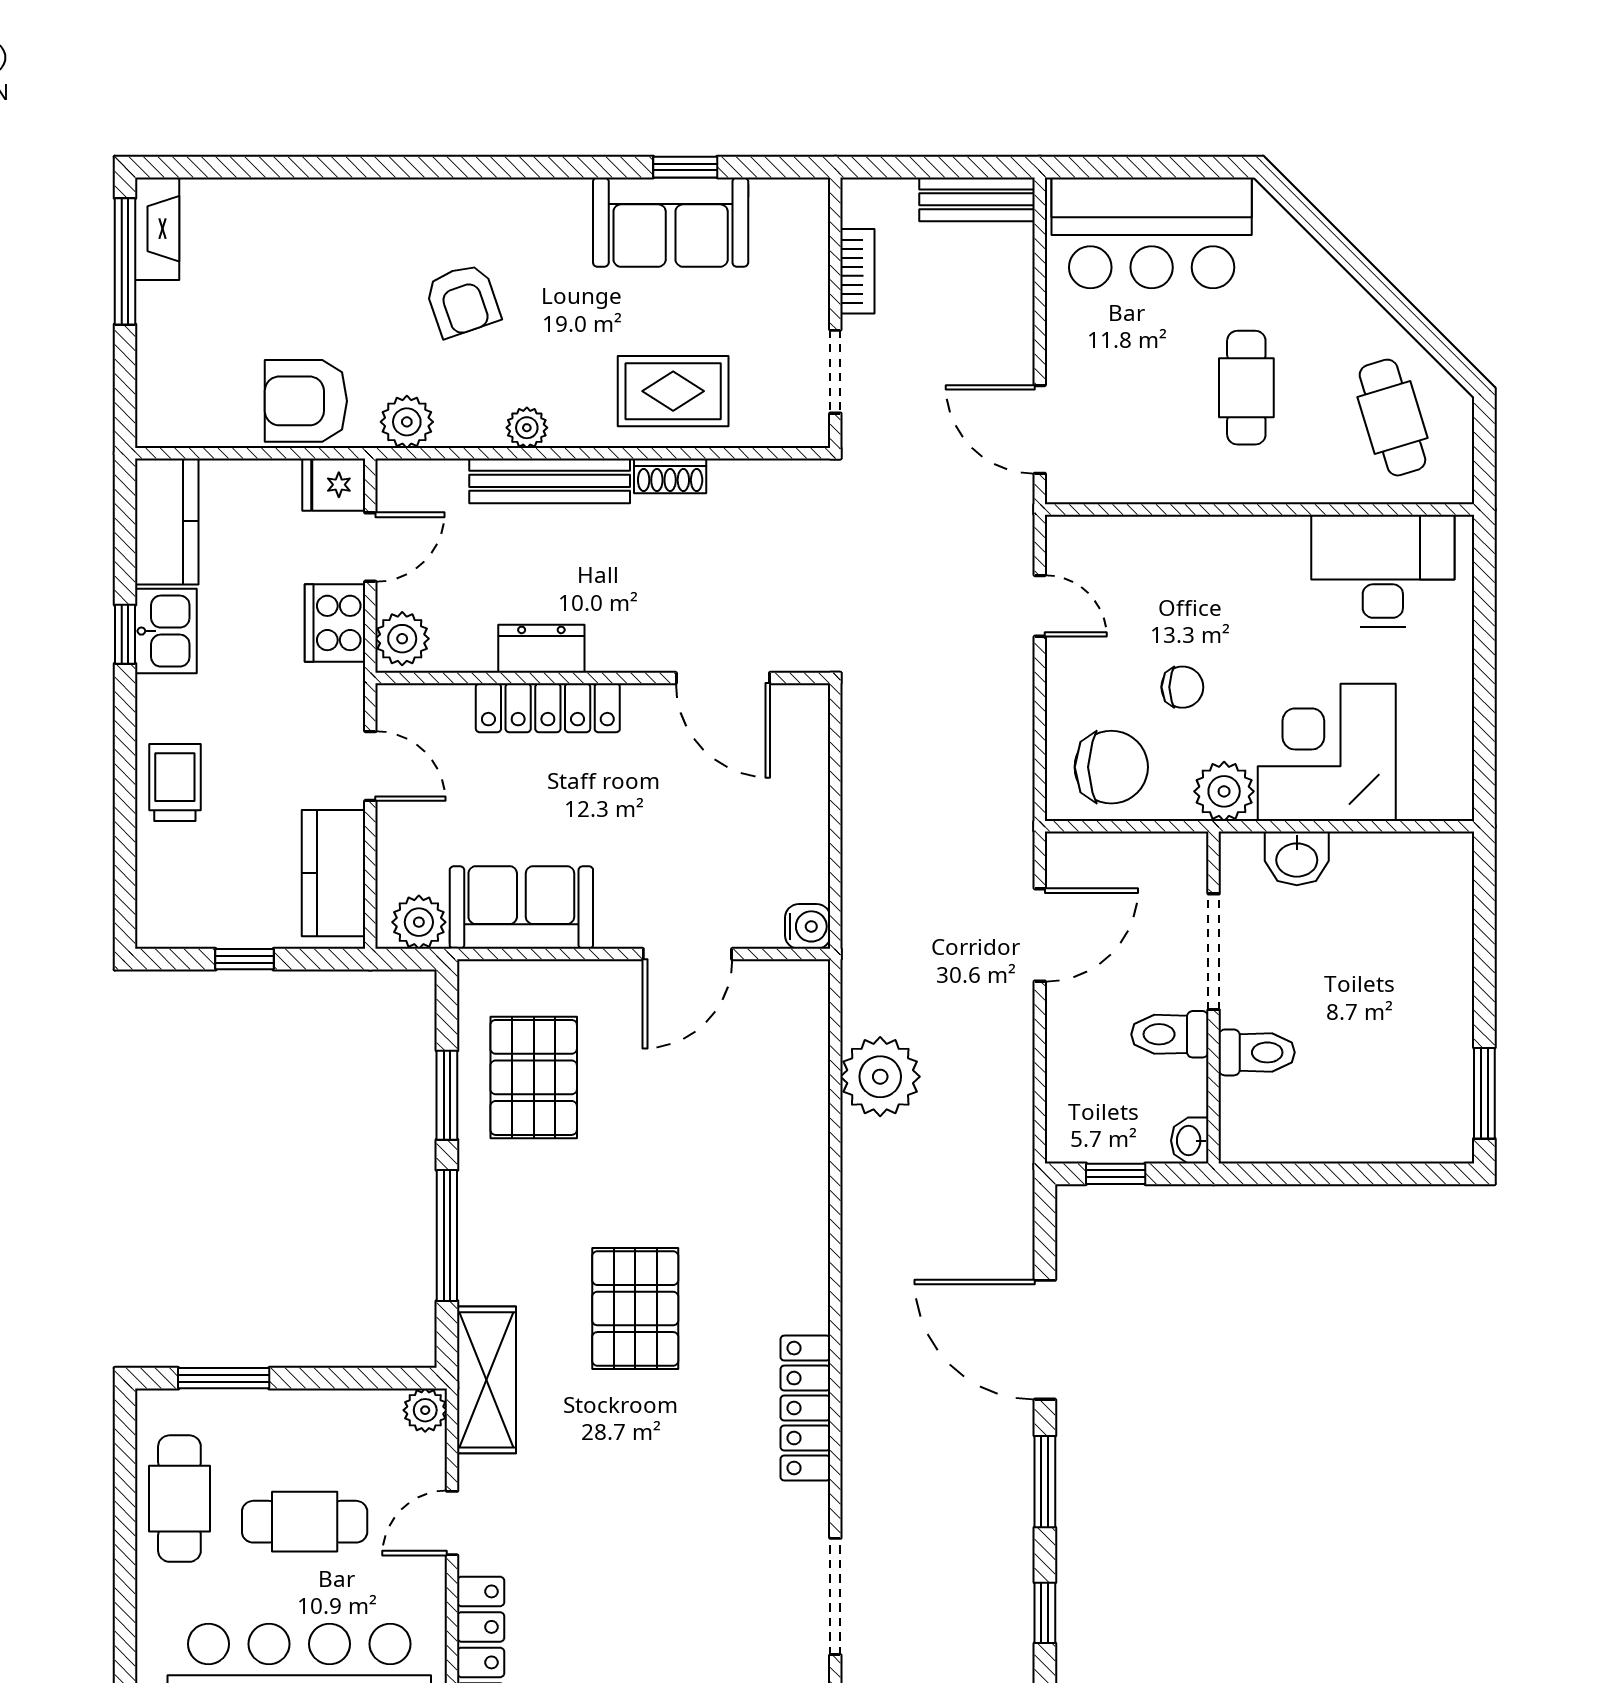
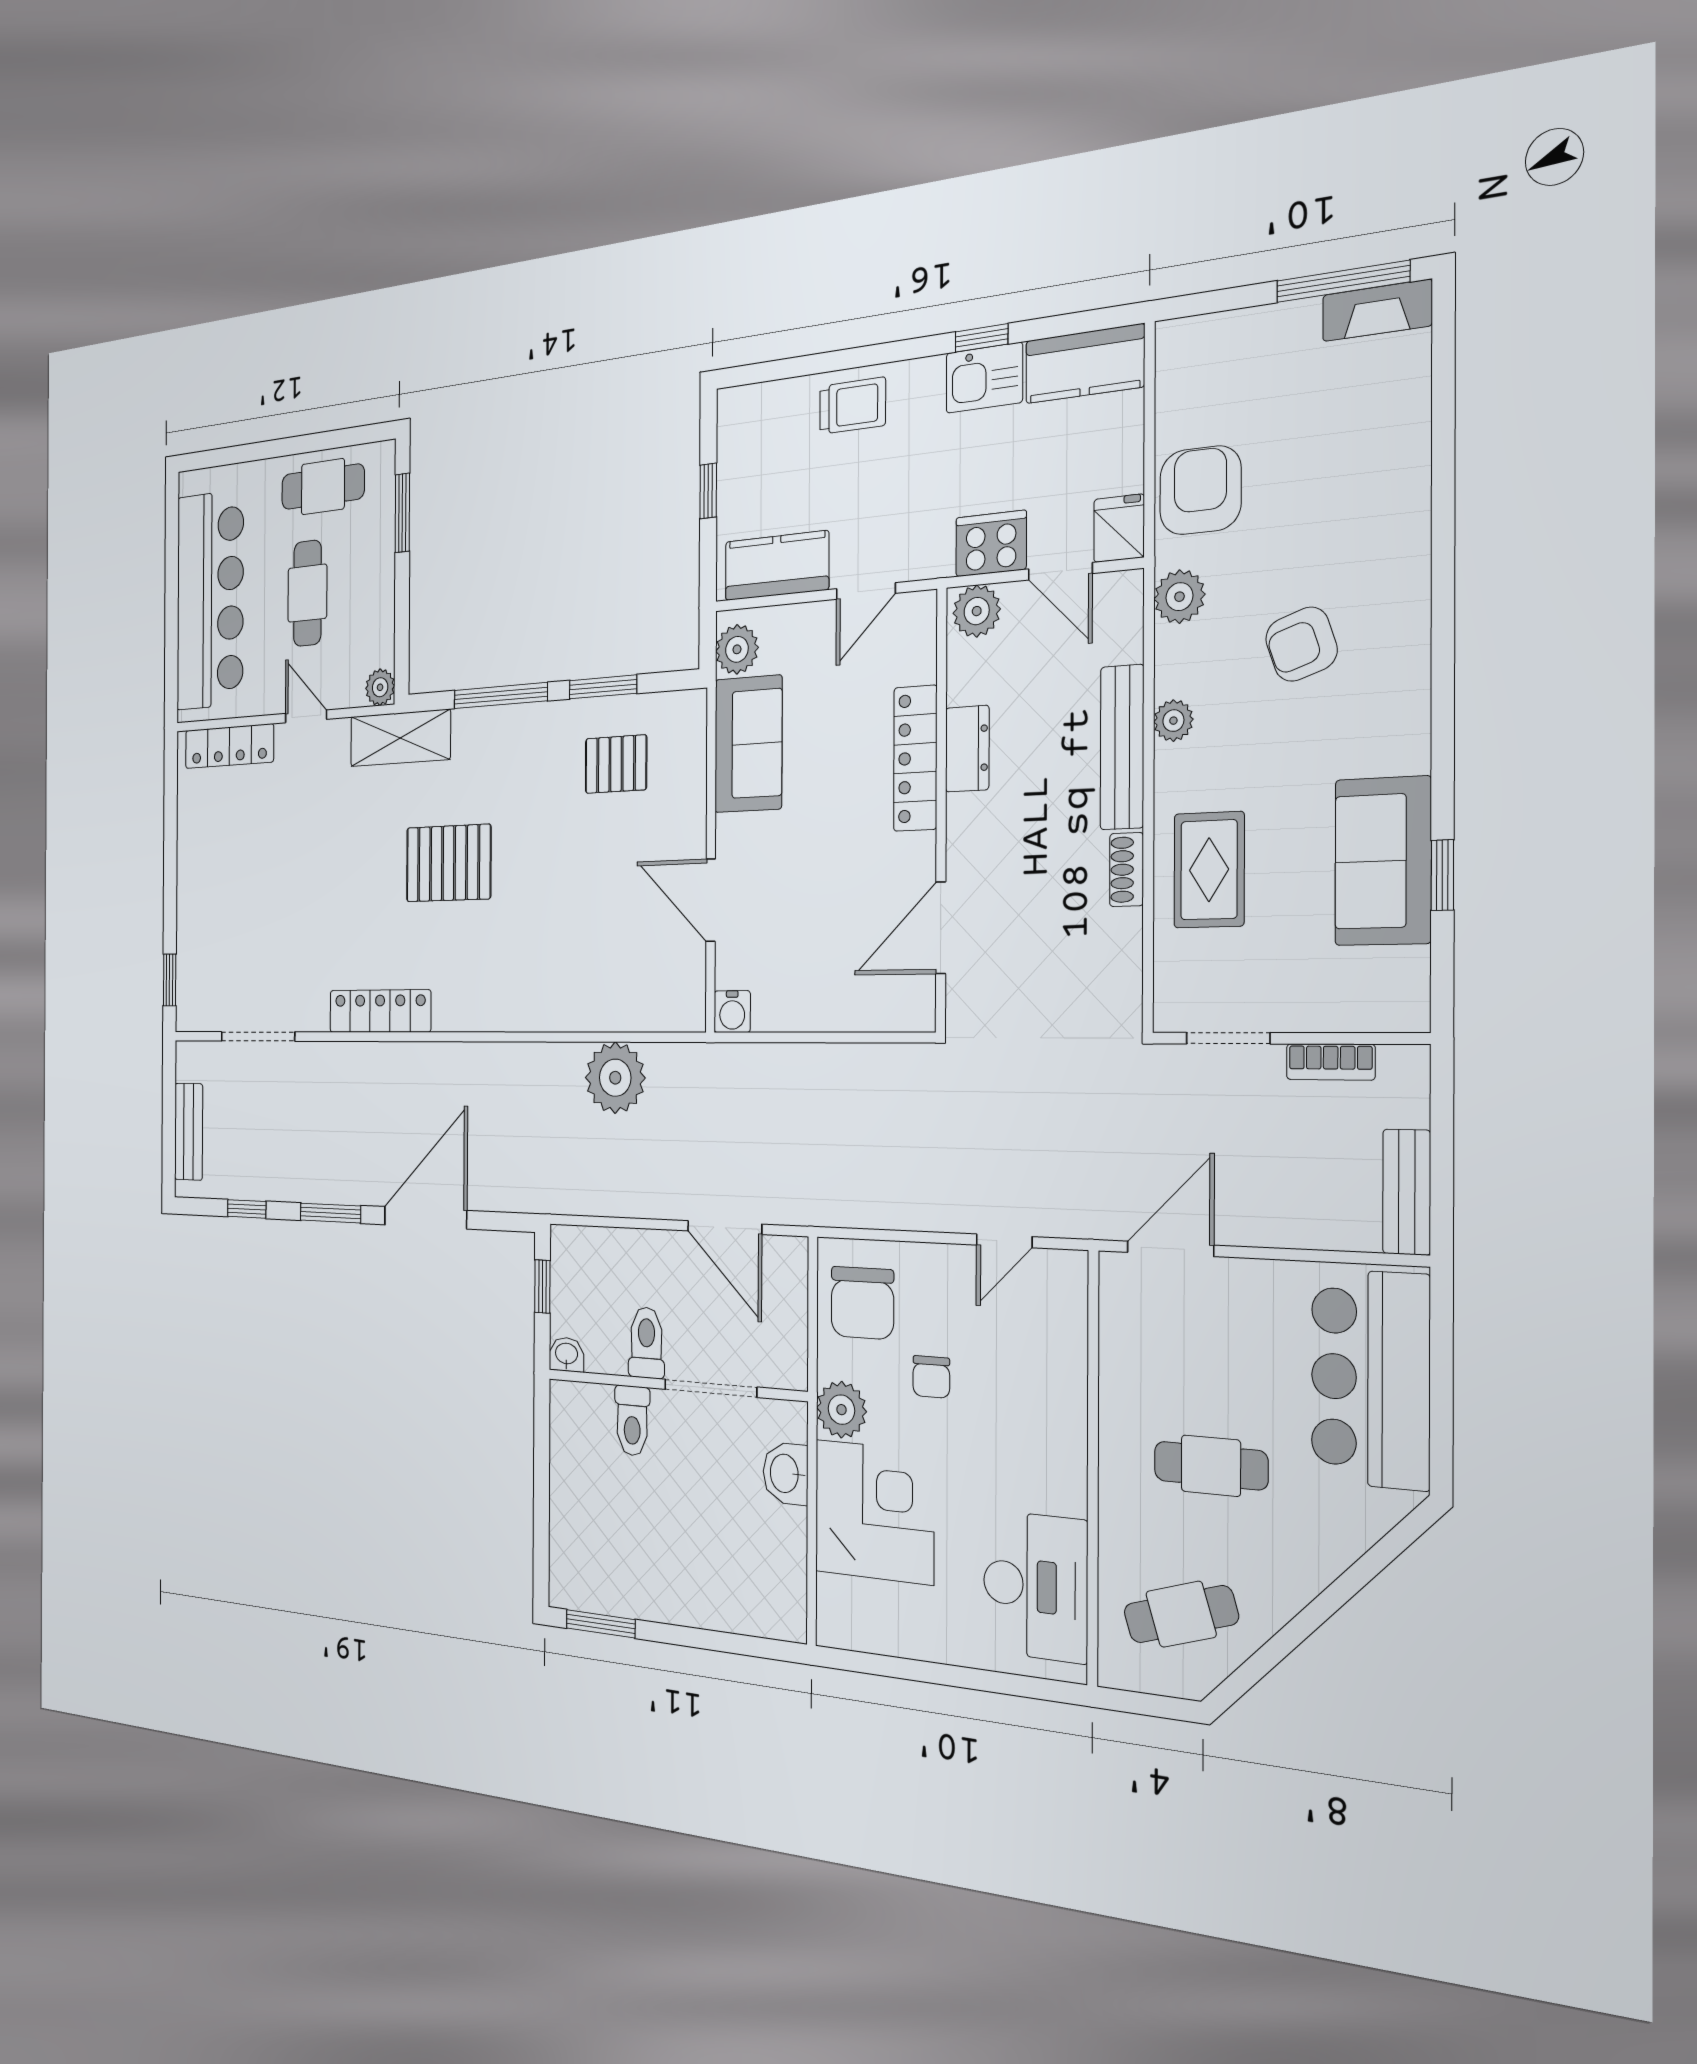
pallet: (534, 1077) -> (616, 764), width x0.67, depth x0.71

